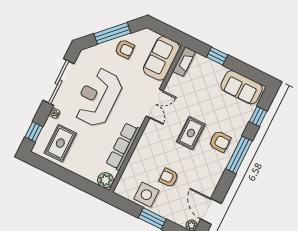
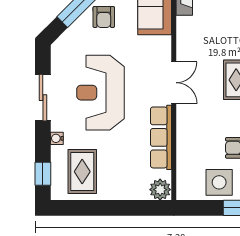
armchair: (125, 49) -> (104, 17), turned 90
sliding door: (59, 82) -> (43, 98), width x0.73
double door: (155, 104) -> (174, 83), moved

